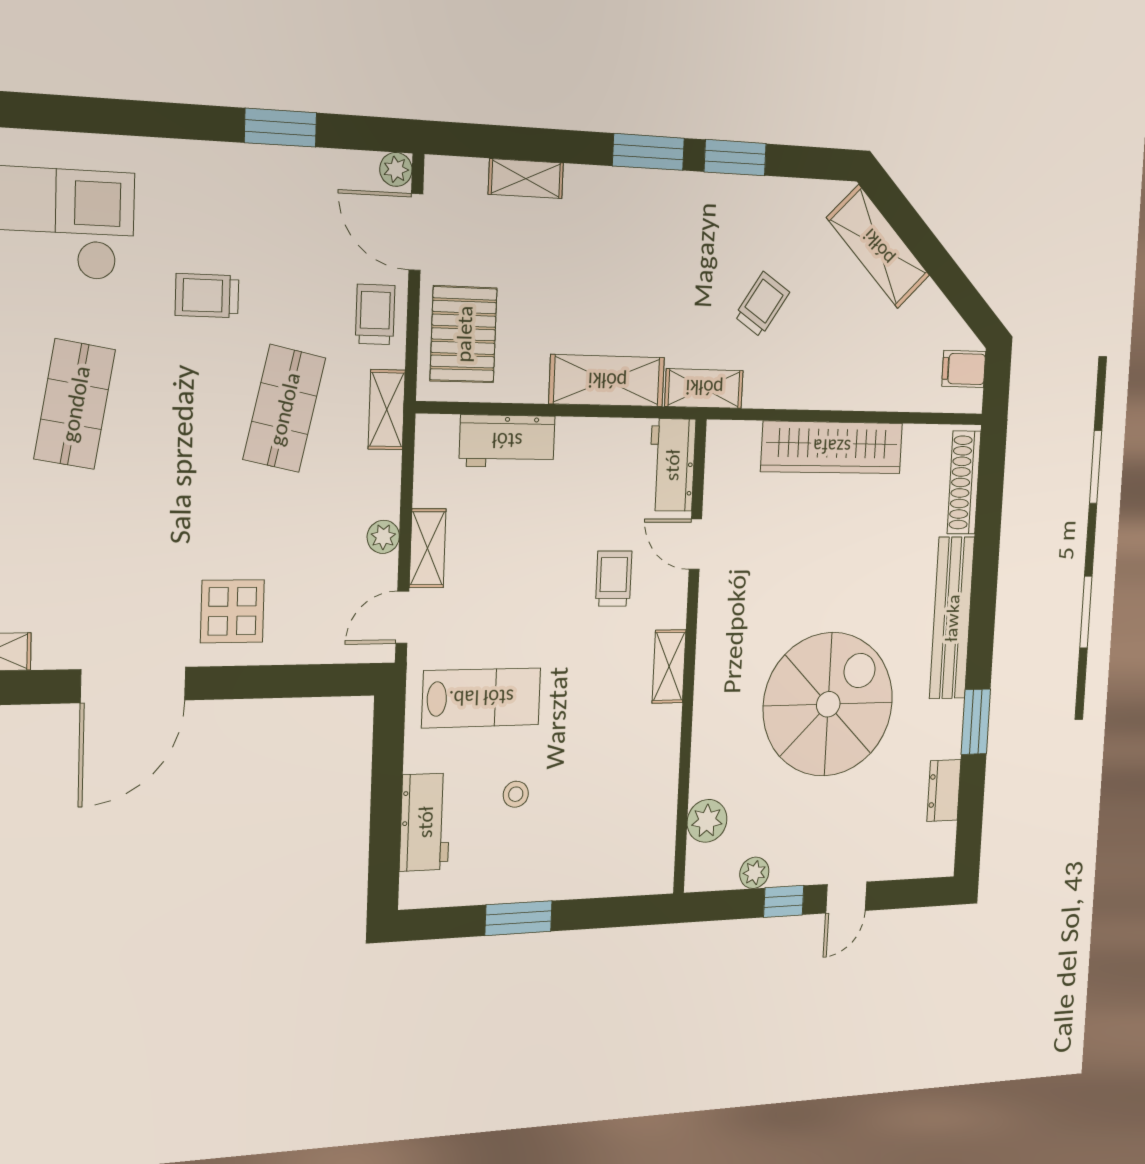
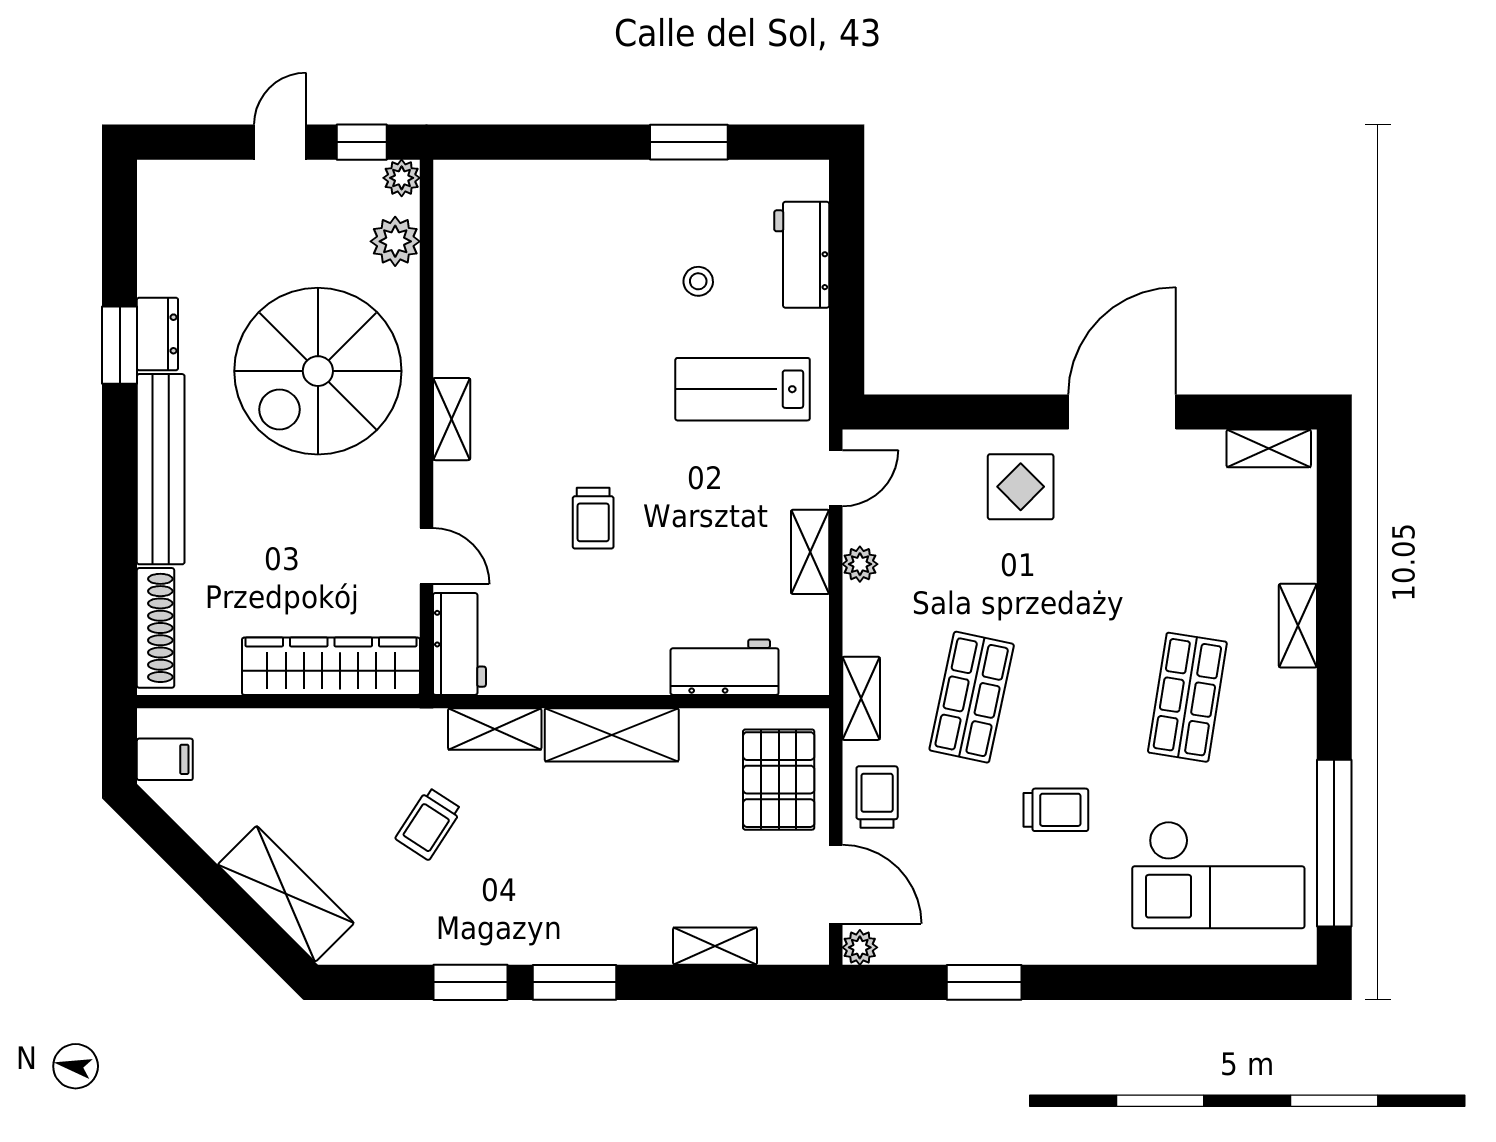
trolley: (375, 314) -> (877, 797), turned 180
workbench: (672, 465) -> (459, 644), moved
door: (695, 544) -> (427, 556), moved
wall: (690, 659) -> (427, 427), moved
shelving: (669, 666) -> (452, 419), moved
dresser: (944, 790) -> (157, 334), moved
plant: (707, 821) -> (395, 241), moved

